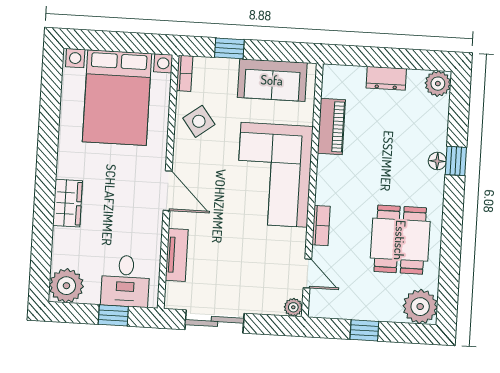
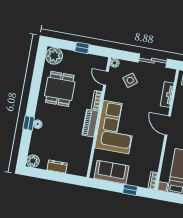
side table: (199, 121) -> (130, 80), moved
piano: (331, 126) -> (90, 123), moved

